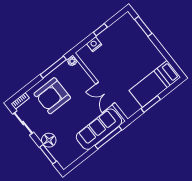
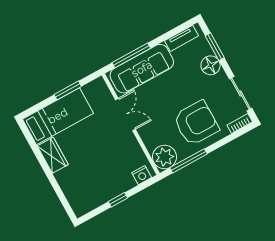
window: (143, 26) -> (60, 195), removed
nightstand: (94, 44) -> (142, 175), moved
wardrobe: (154, 54) -> (53, 155), added
plant: (72, 61) -> (164, 157), width x1.88, depth x1.88
tv unit: (73, 156) -> (181, 38), added

